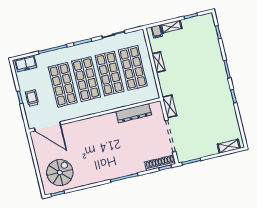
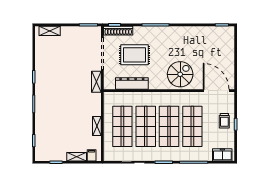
rug: (138, 143) -> (134, 55), added
spiral stairs: (60, 173) -> (180, 74), moved, turned 180

